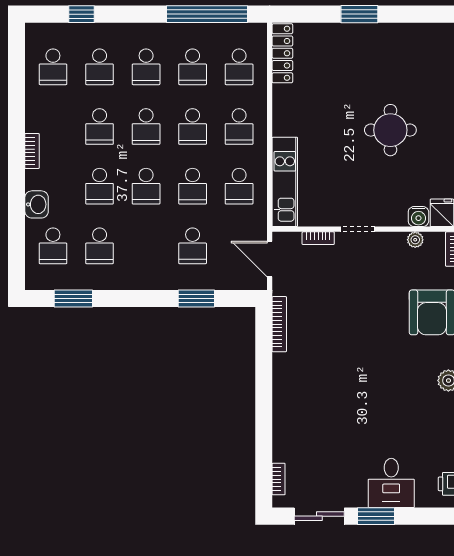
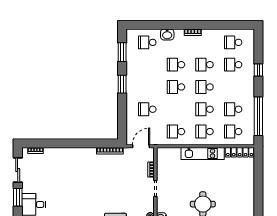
window: (81, 14) -> (258, 70), moved
window: (359, 14) -> (258, 189), removed
school desk: (146, 67) -> (233, 87), removed
kitchen unit: (285, 182) -> (203, 153), moved
school desk: (193, 186) -> (176, 109), removed
school desk: (100, 246) -> (147, 65), removed
window: (196, 299) -> (122, 84), moved

